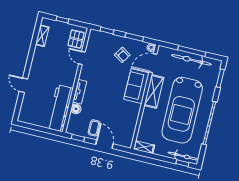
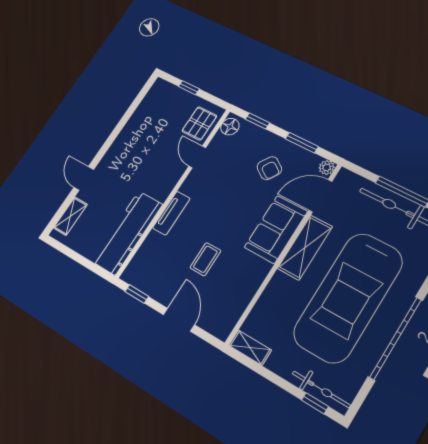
shelving: (42, 36) -> (70, 216), moved
floor lamp: (76, 109) -> (230, 127), moved
coffee table: (94, 128) -> (205, 259), moved

